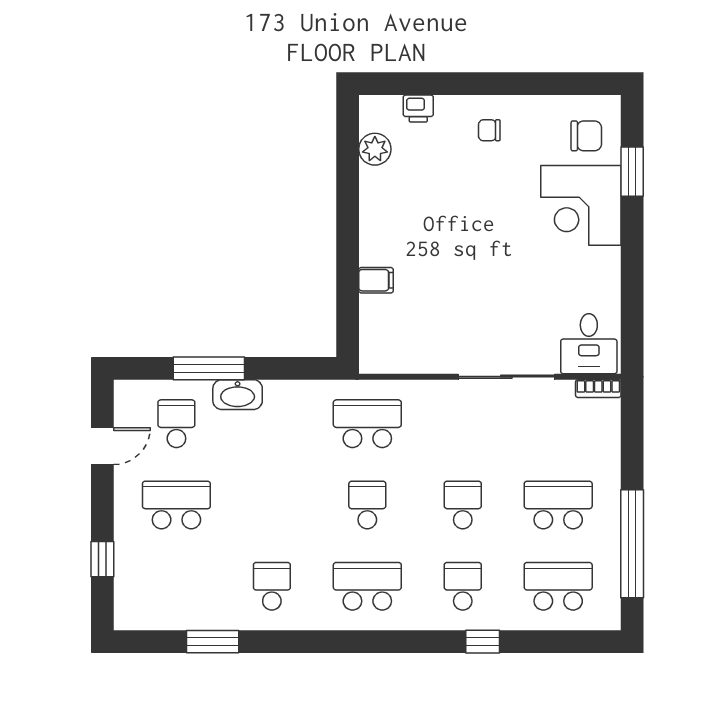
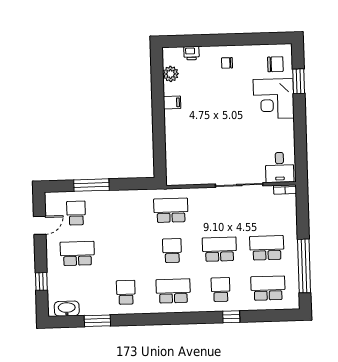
filing cabinet: (376, 280) -> (172, 102), moved
washbasin: (238, 395) -> (67, 309), moved, turned 180
school desk: (463, 505) -> (219, 249), width x1.85

